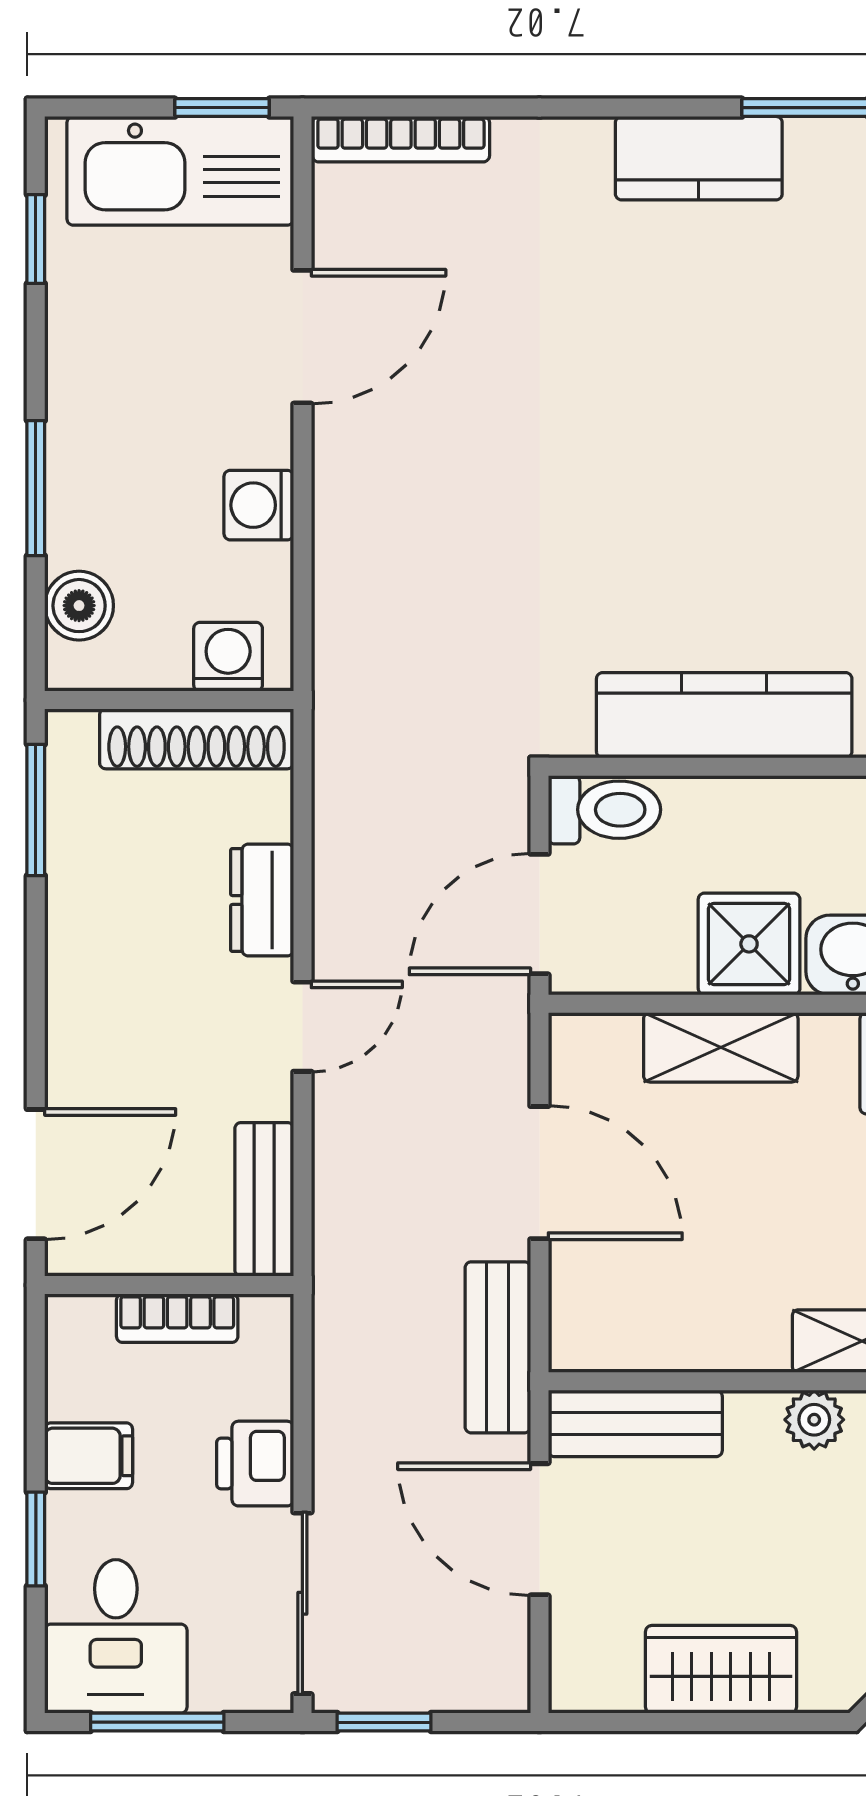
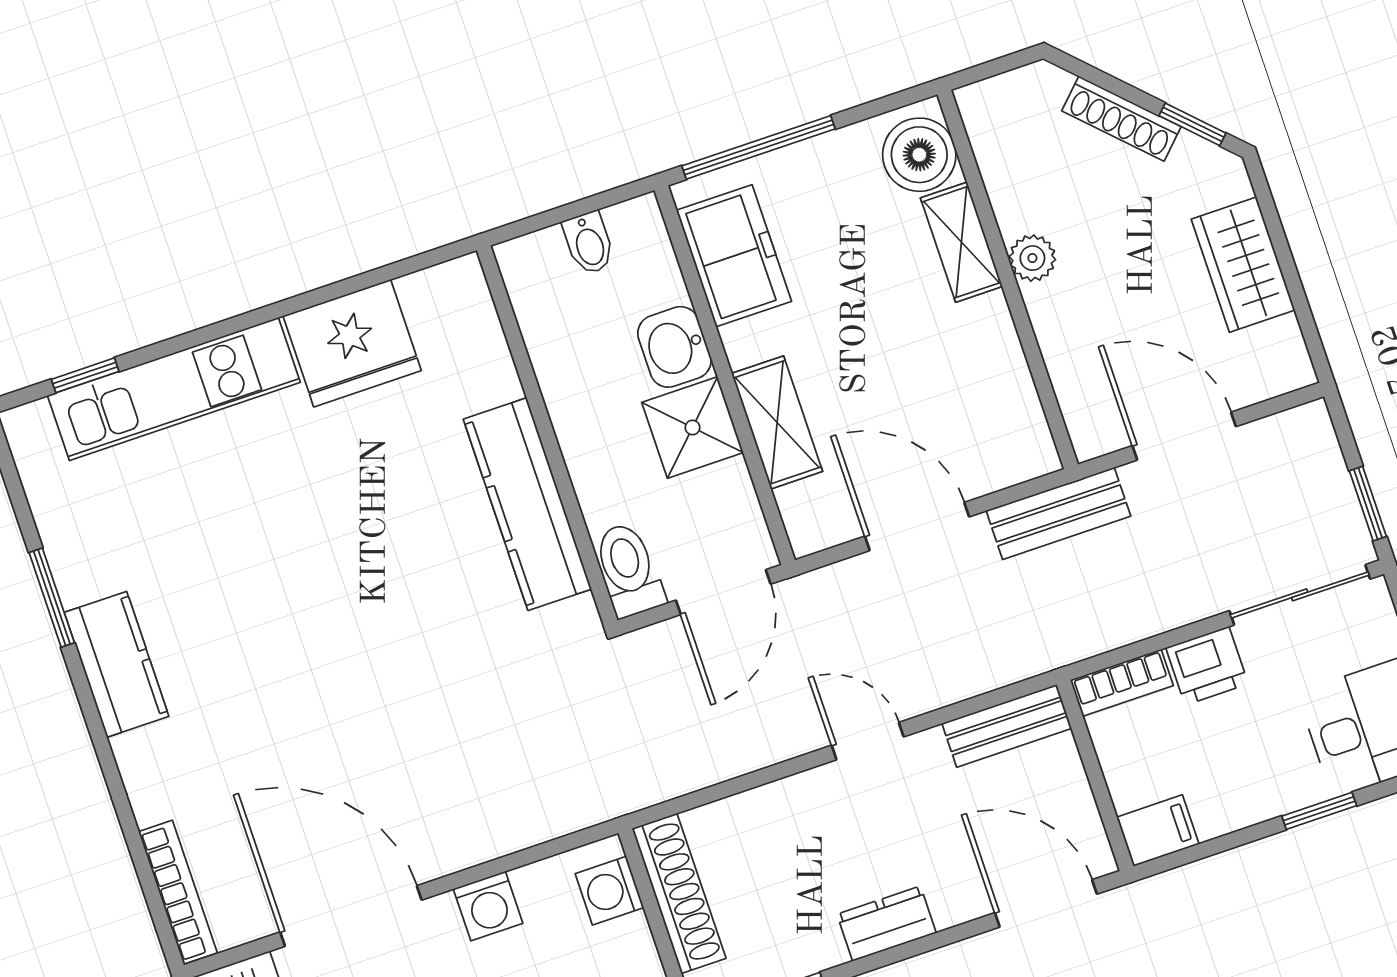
door: (302, 337) -> (351, 916), width x1.36
dresser: (262, 900) -> (887, 924), moved, turned 180
door: (539, 914) -> (723, 592), hinge flipped
door: (539, 1173) -> (917, 527), hinge flipped
bookcase: (177, 1318) -> (1122, 683), moved, turned 90
bench: (635, 1423) -> (1081, 391), removed
filing cabinet: (89, 1456) -> (1158, 831), moved, turned 90
door: (539, 1529) -> (1184, 436), swing flipped

